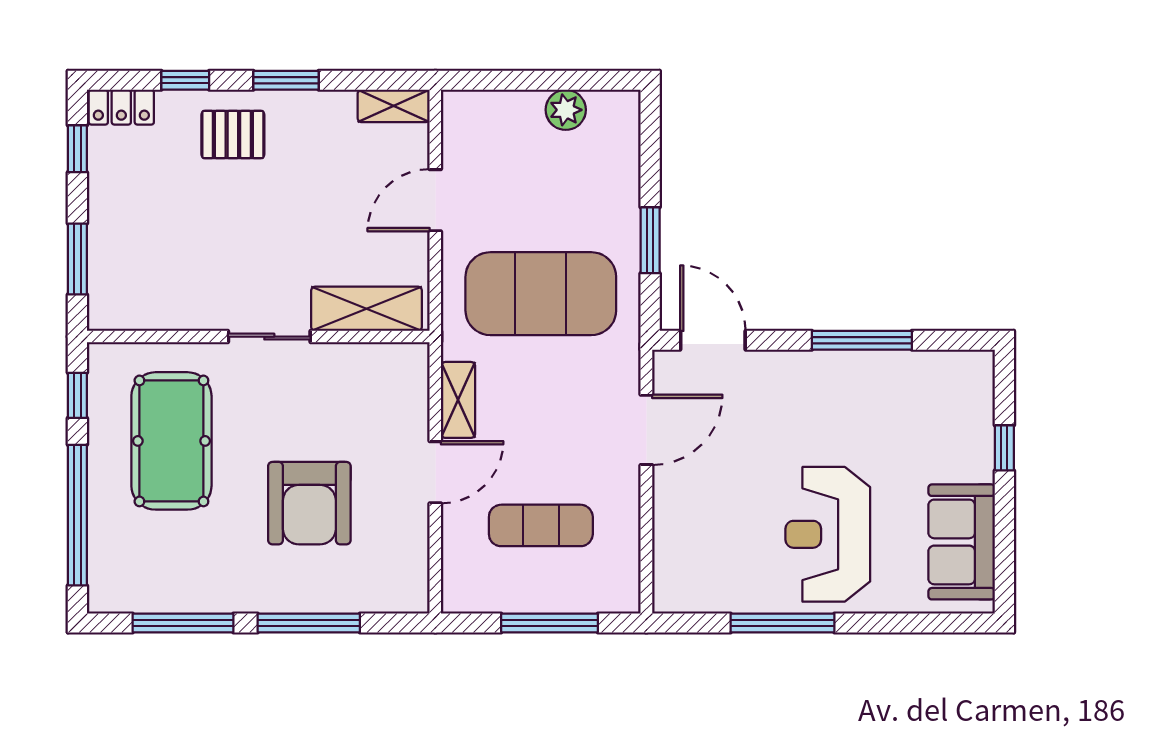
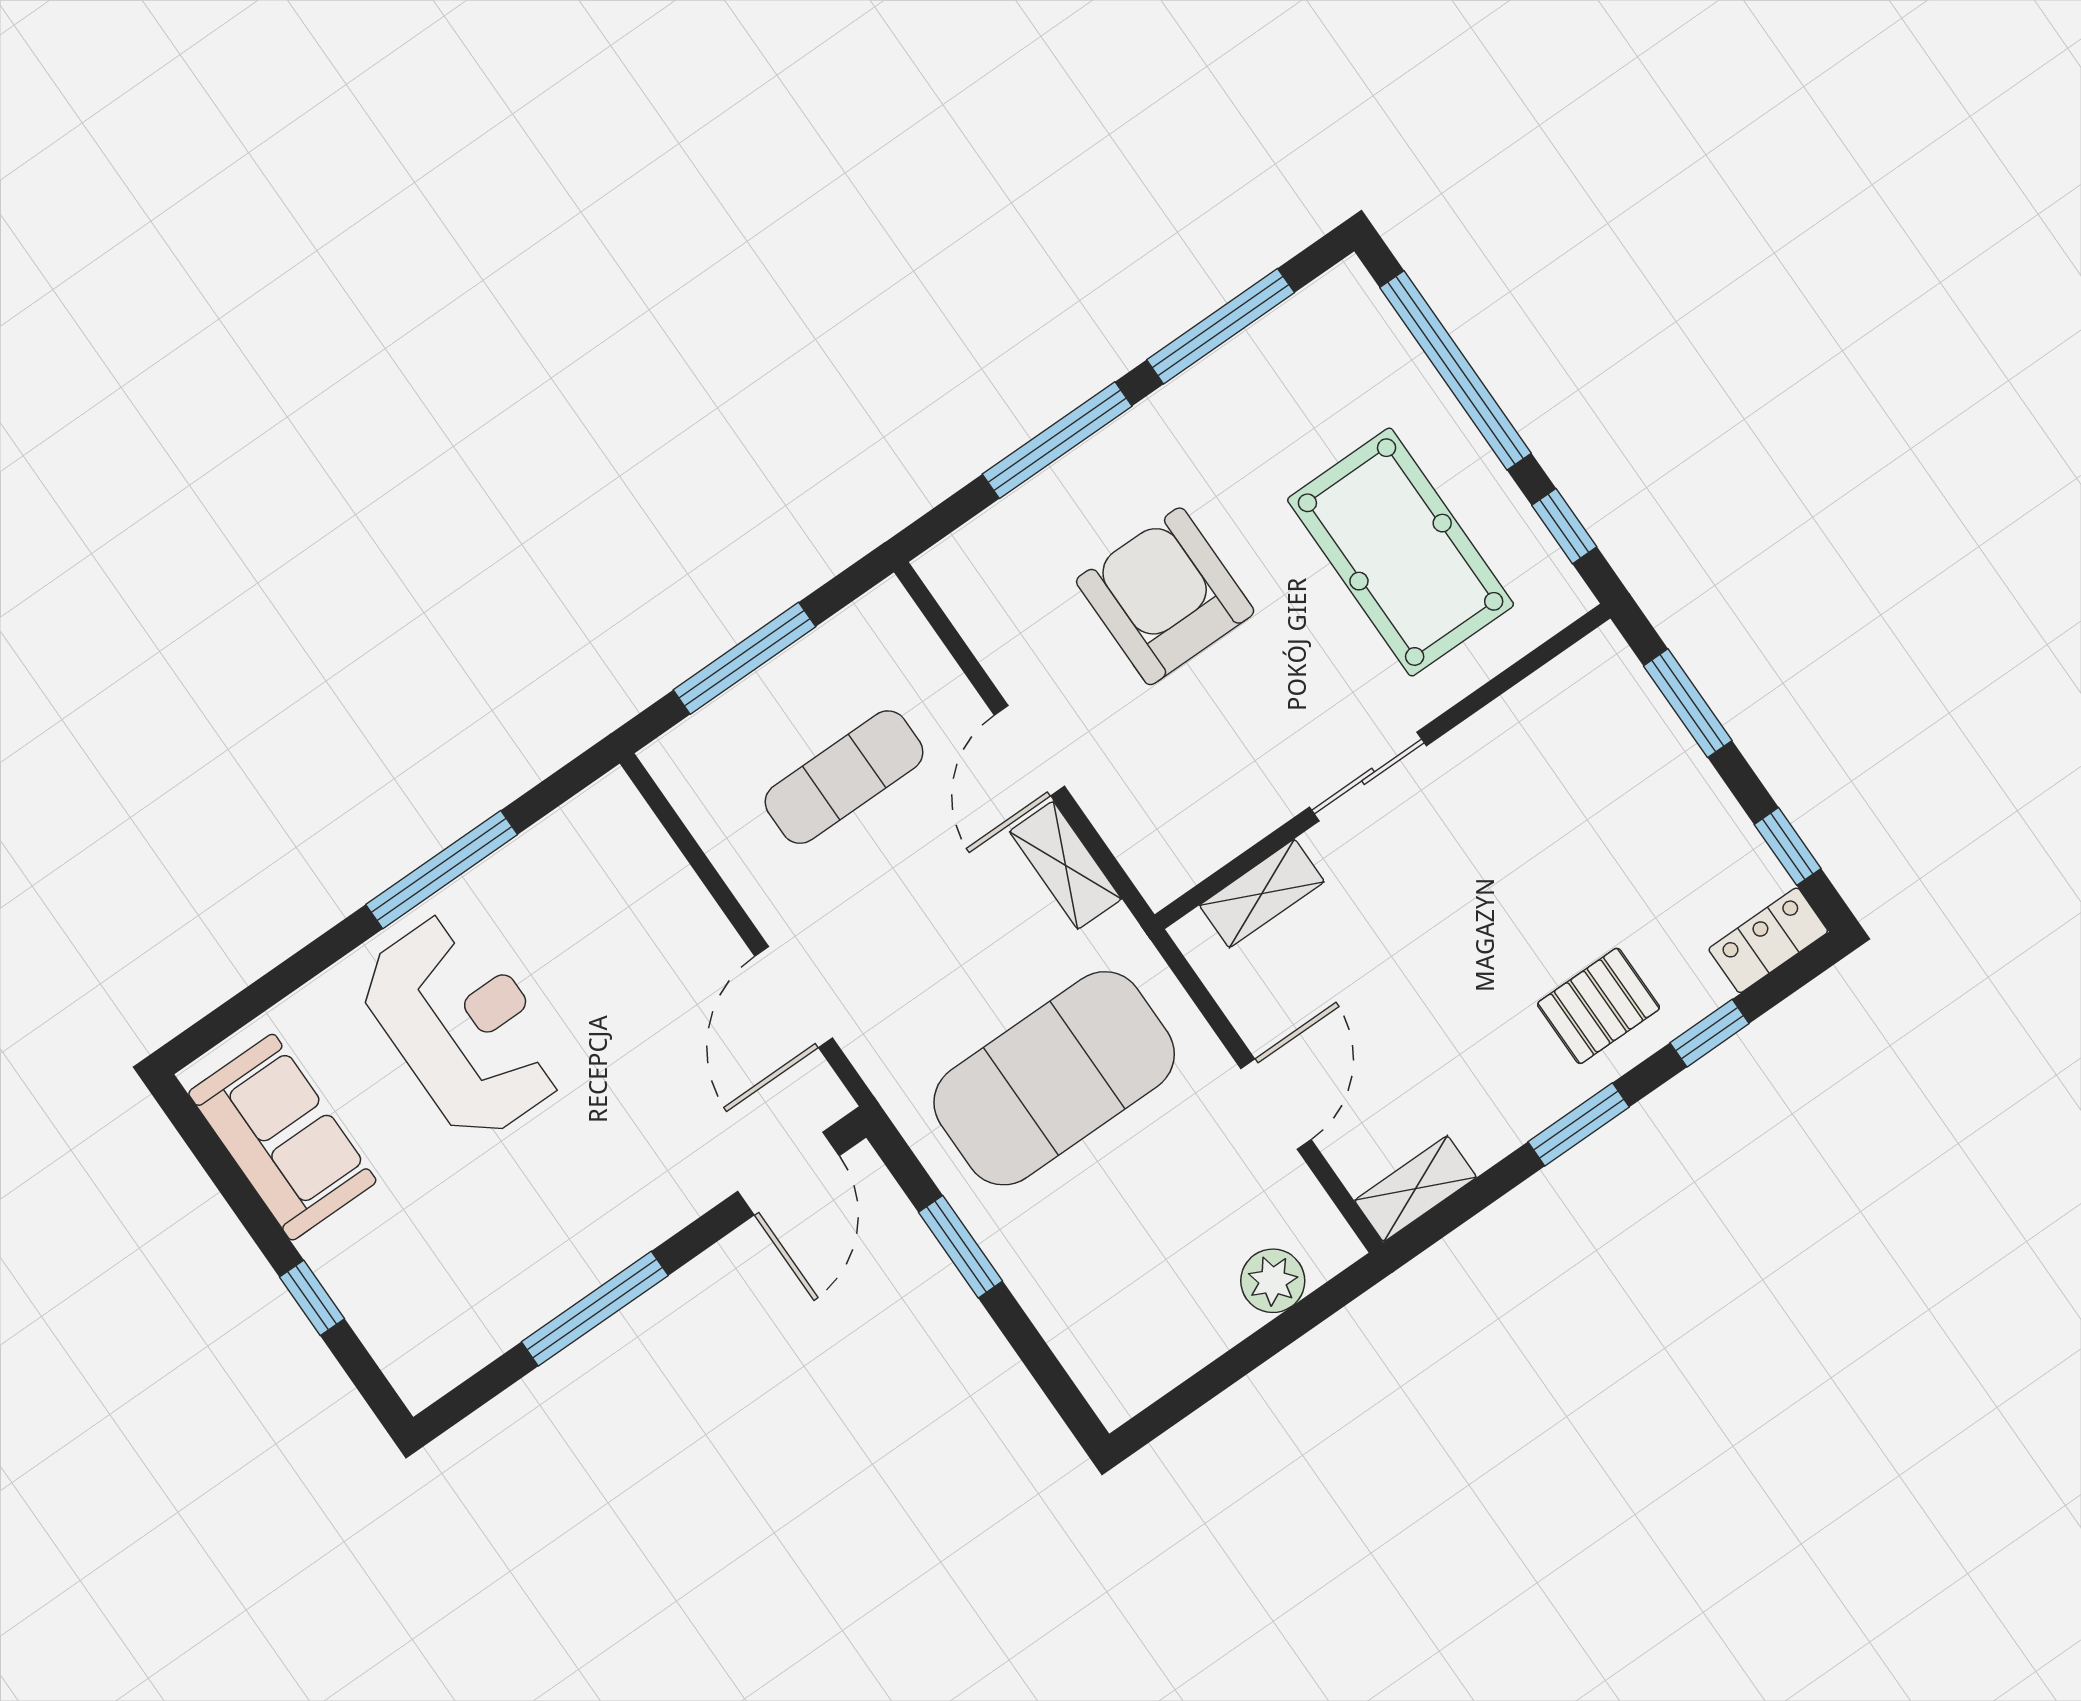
plant: (566, 110) -> (1273, 1281), moved
shelving: (367, 309) -> (1262, 893), width x0.67, depth x0.75
door: (713, 340) -> (788, 1173), hinge flipped

